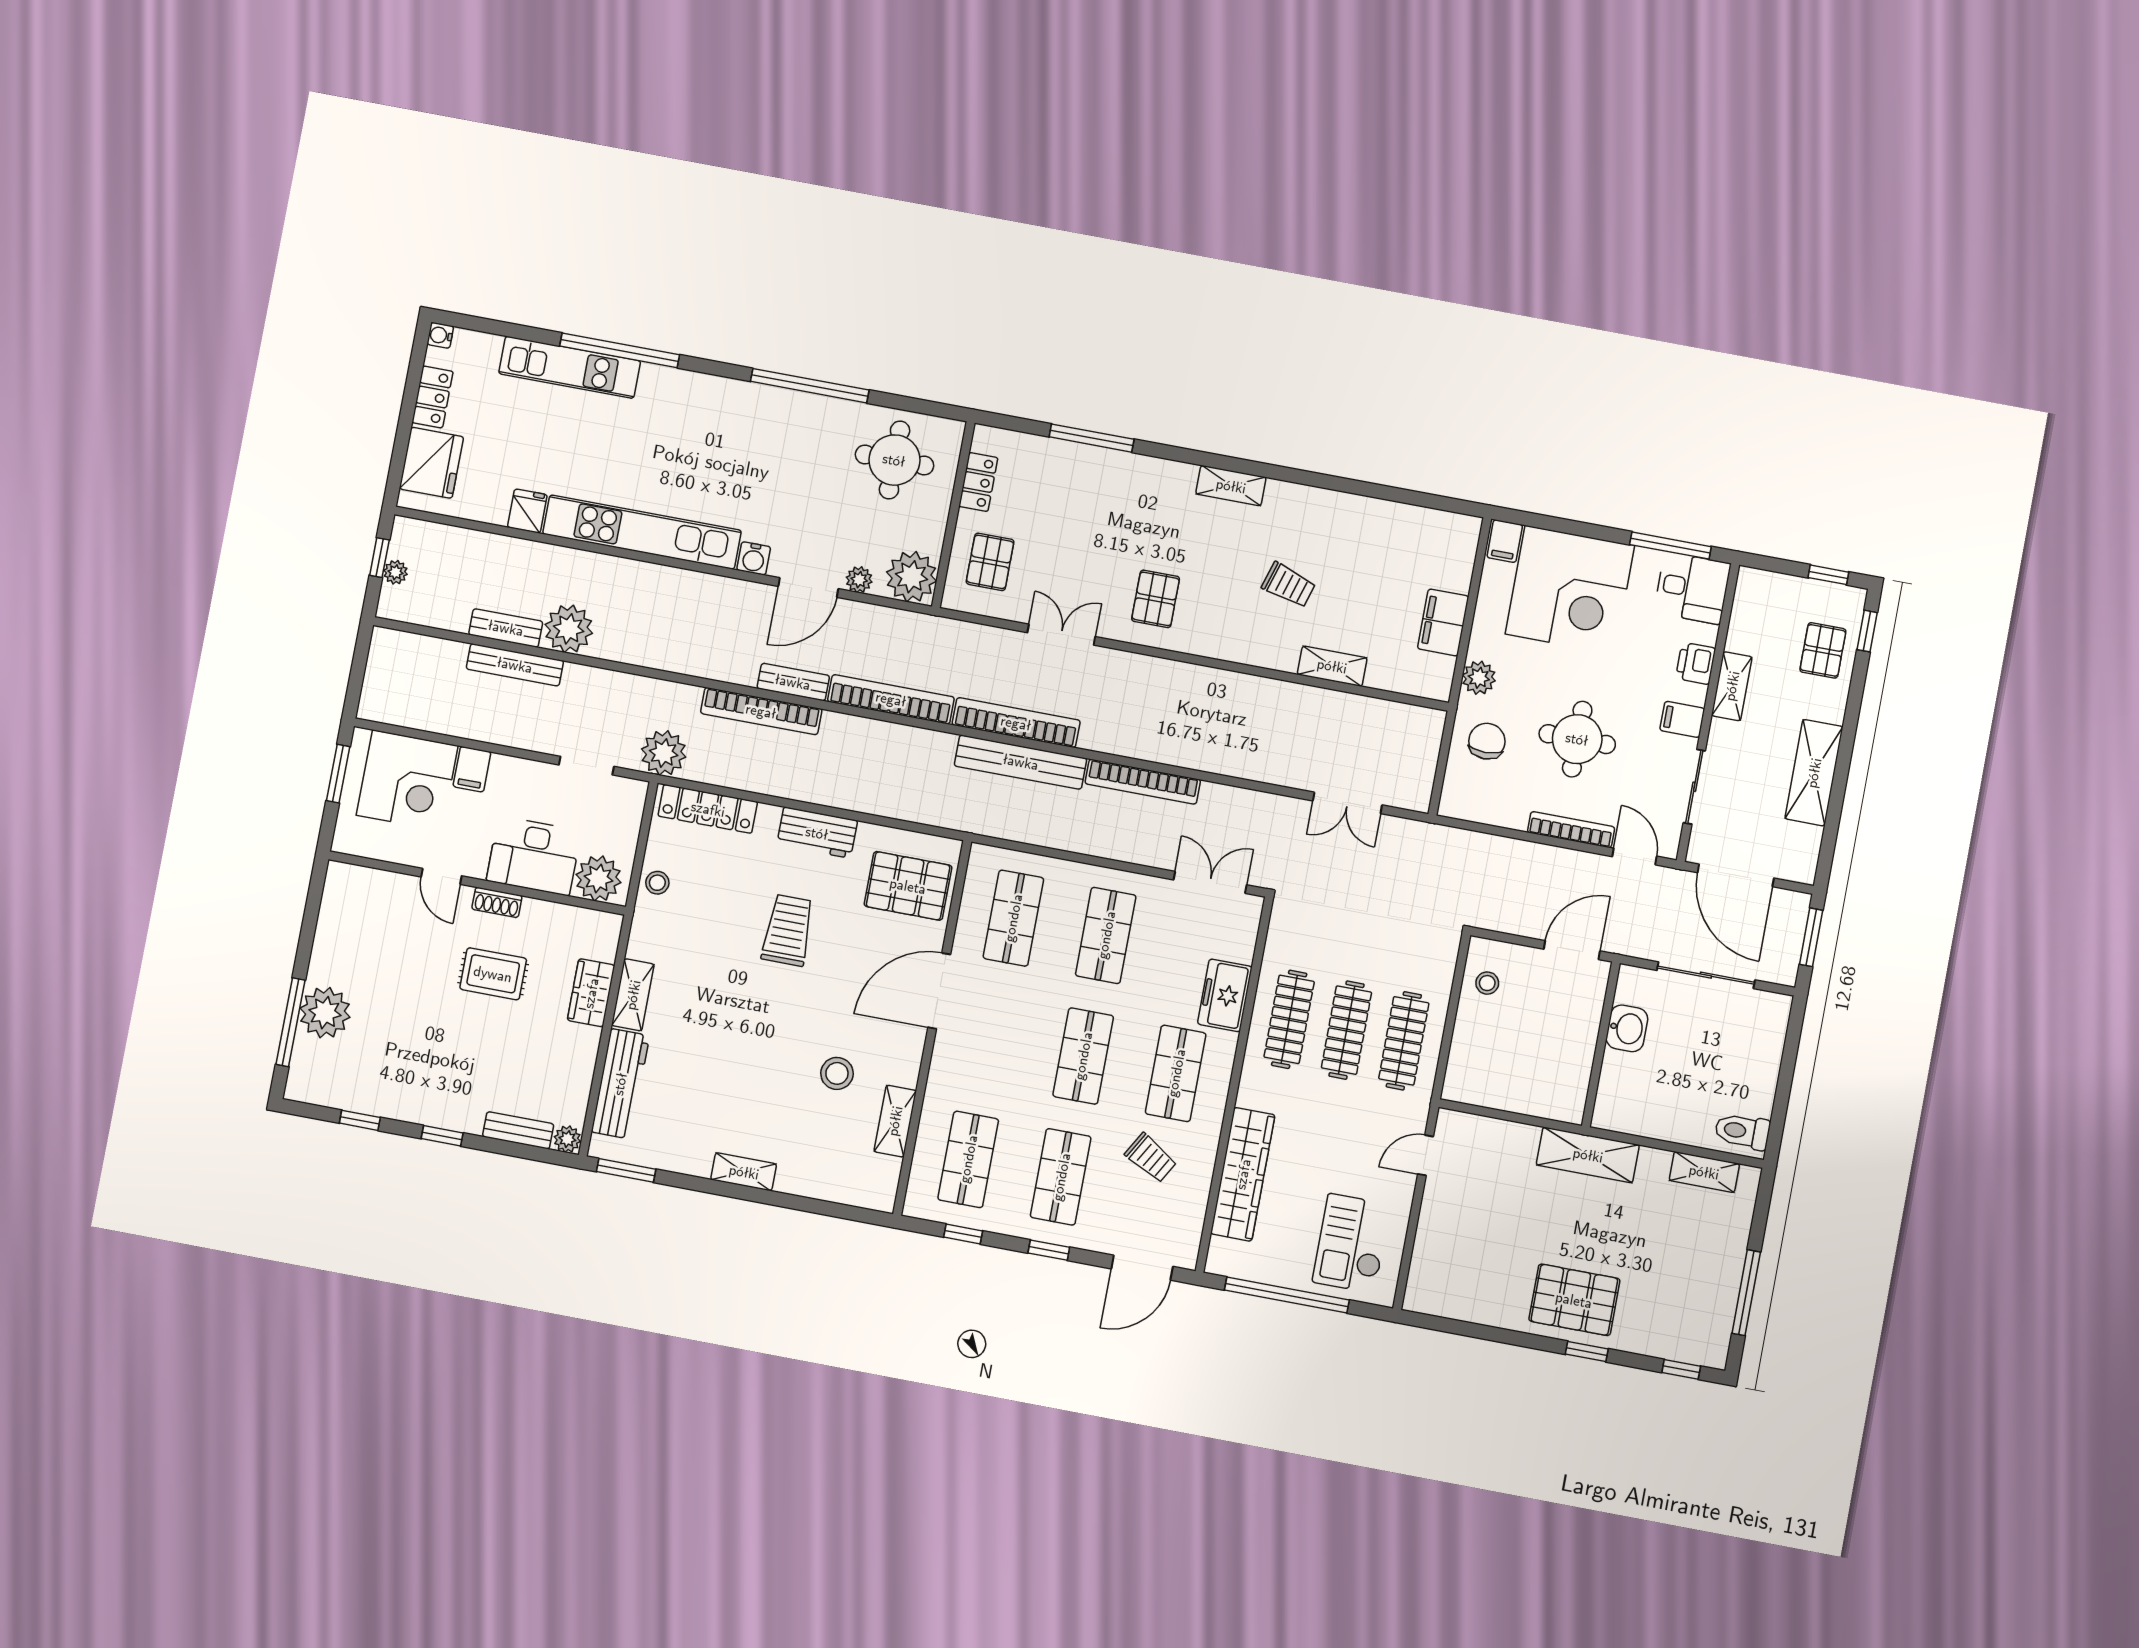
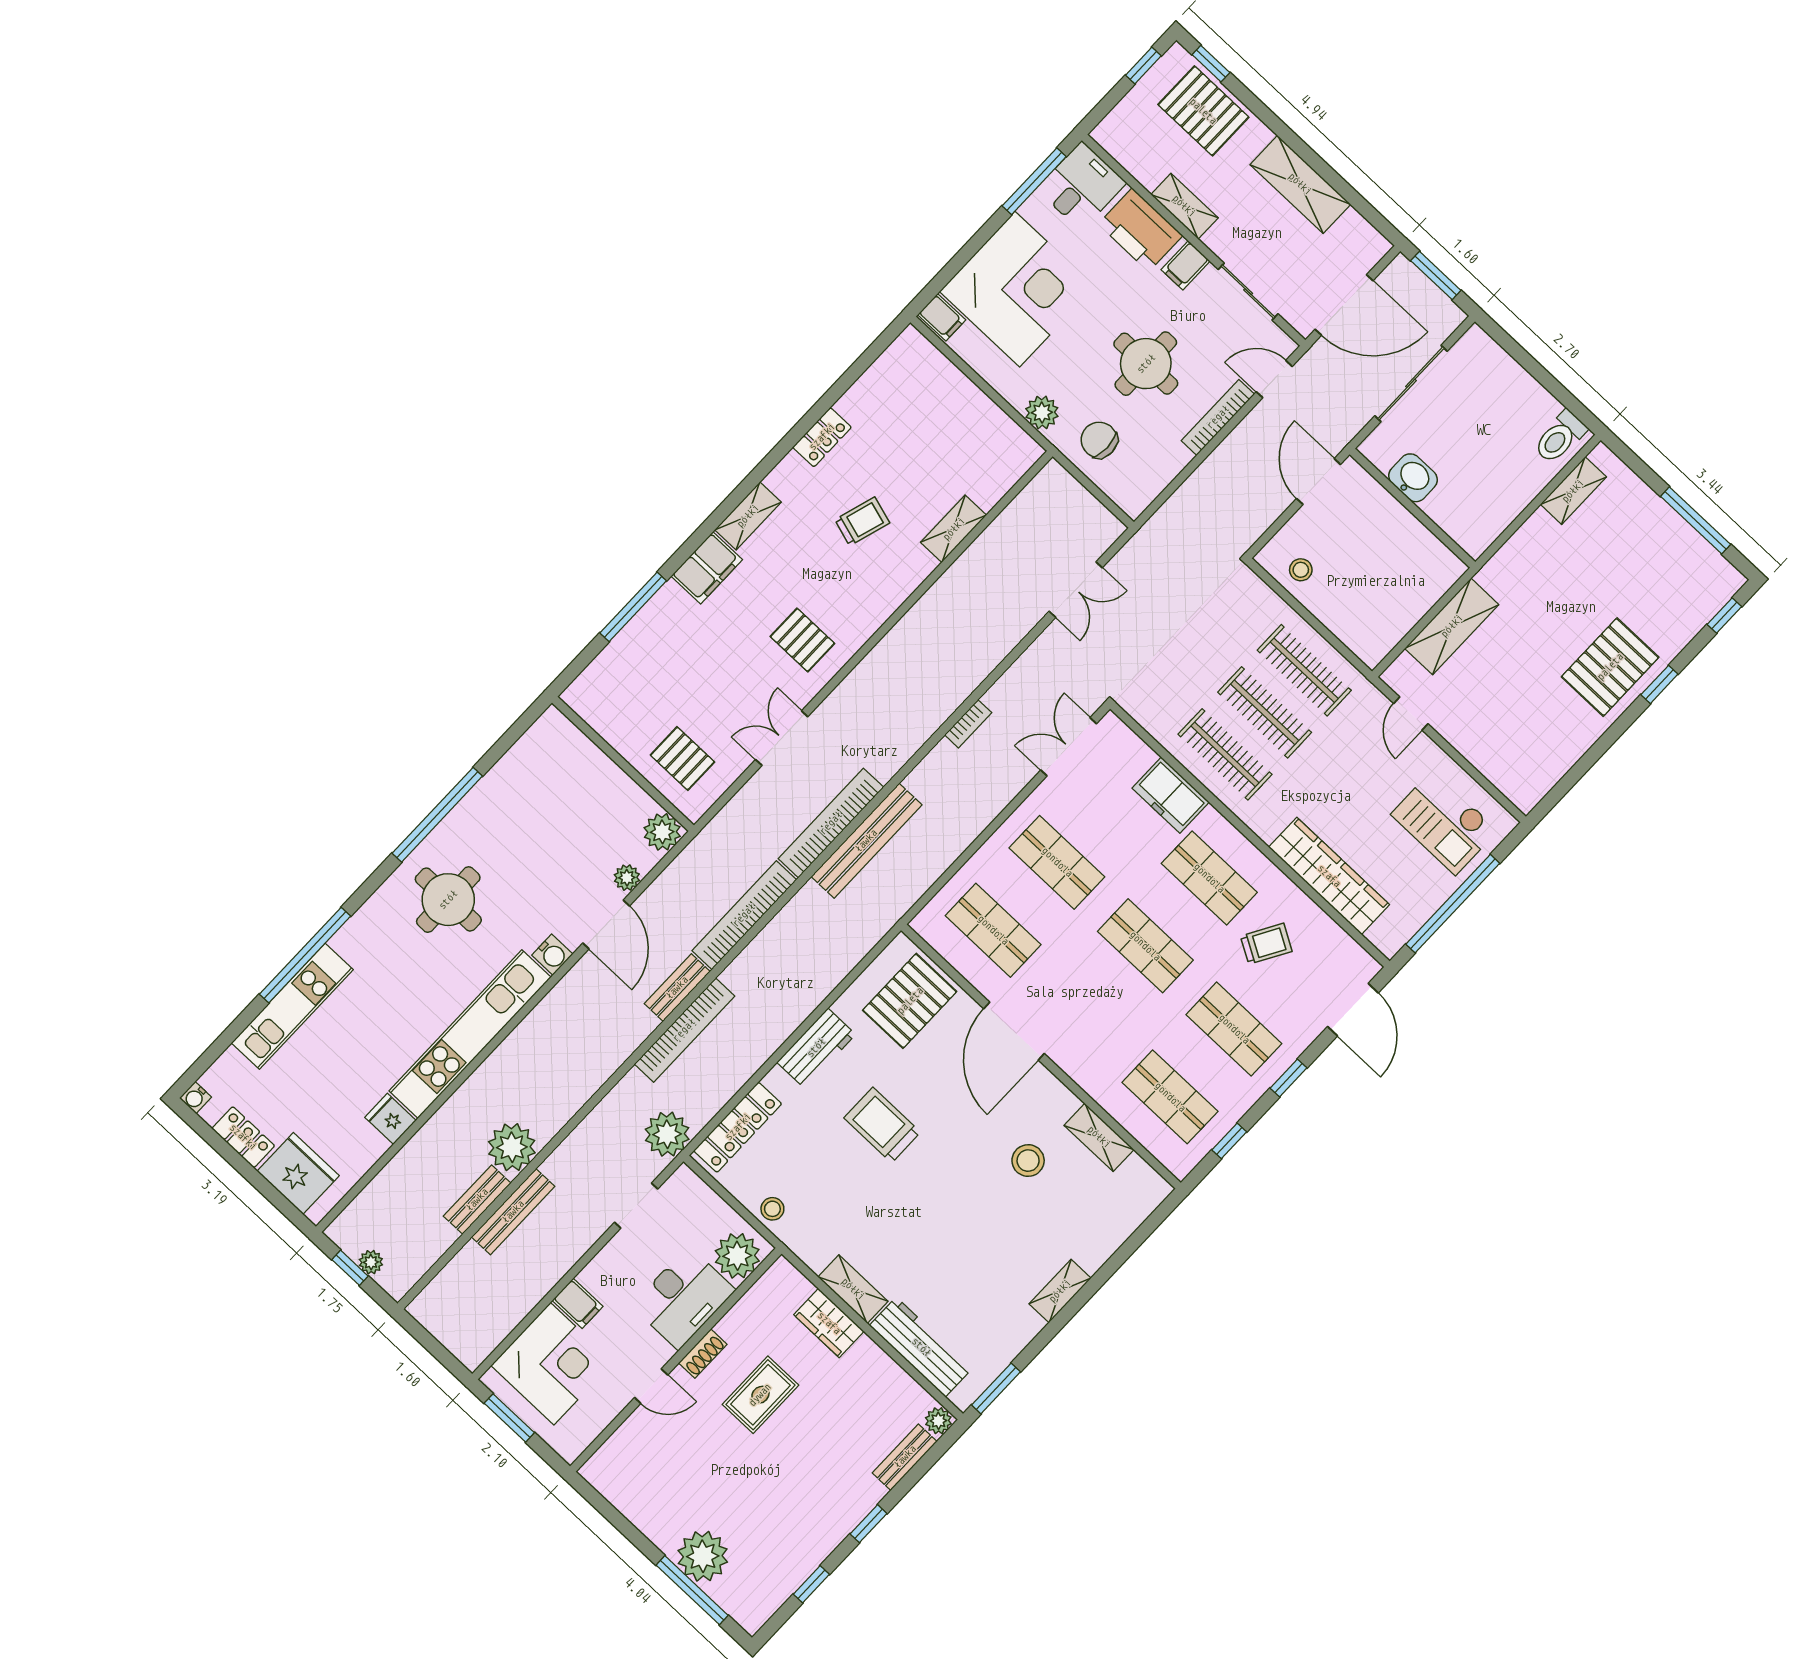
round table: (894, 460) -> (448, 900), moved
locker: (978, 482) -> (822, 437), moved, turned 90
plant: (911, 577) -> (662, 832), width x0.73, depth x0.73
filing cabinet: (1443, 622) -> (707, 568), moved, turned -90
pallet: (1823, 650) -> (1203, 111), width x1.50, depth x1.42
printer: (1696, 663) -> (1140, 230), width x1.87, depth x1.48
bookcase: (1143, 782) -> (968, 724), width x0.43, depth x0.76
shelving: (1588, 1155) -> (1452, 626), moved

